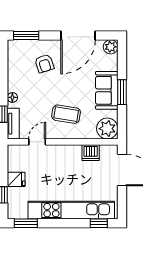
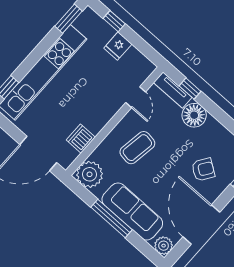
armchair: (44, 63) -> (203, 169), turned 142
sofa: (107, 90) -> (132, 211), width x1.36
window: (122, 92) -> (112, 218), width x1.44
floor lamp: (12, 97) -> (194, 115), width x1.89, depth x1.89

